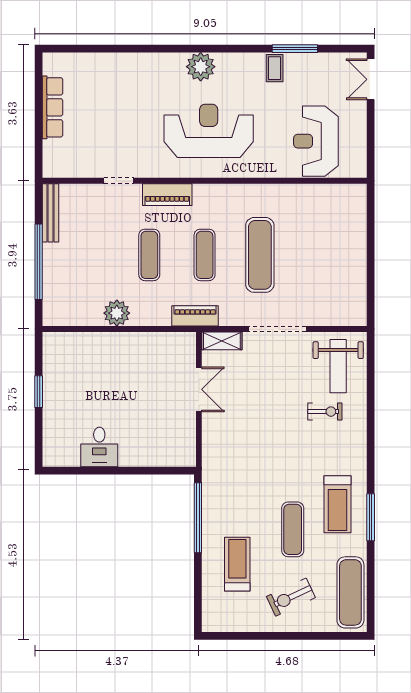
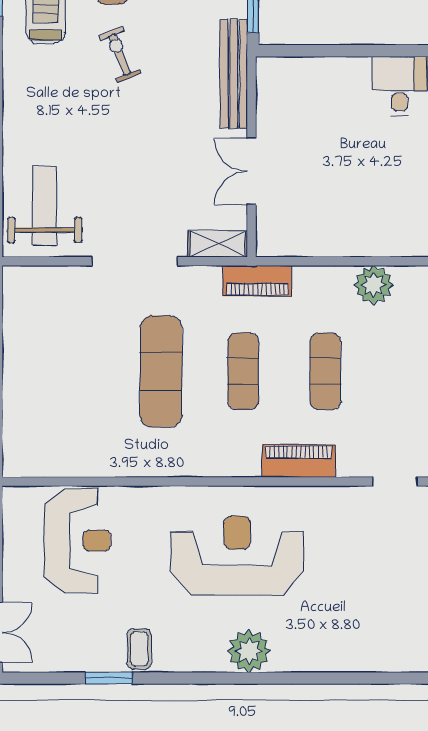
window: (295, 49) -> (109, 678), width x0.69
reception desk: (209, 131) -> (237, 556), turned 180
doorway: (119, 181) -> (395, 482), moved
exercise bike: (325, 412) -> (120, 55), moved, turned 68
bench: (211, 455) -> (234, 74), added

